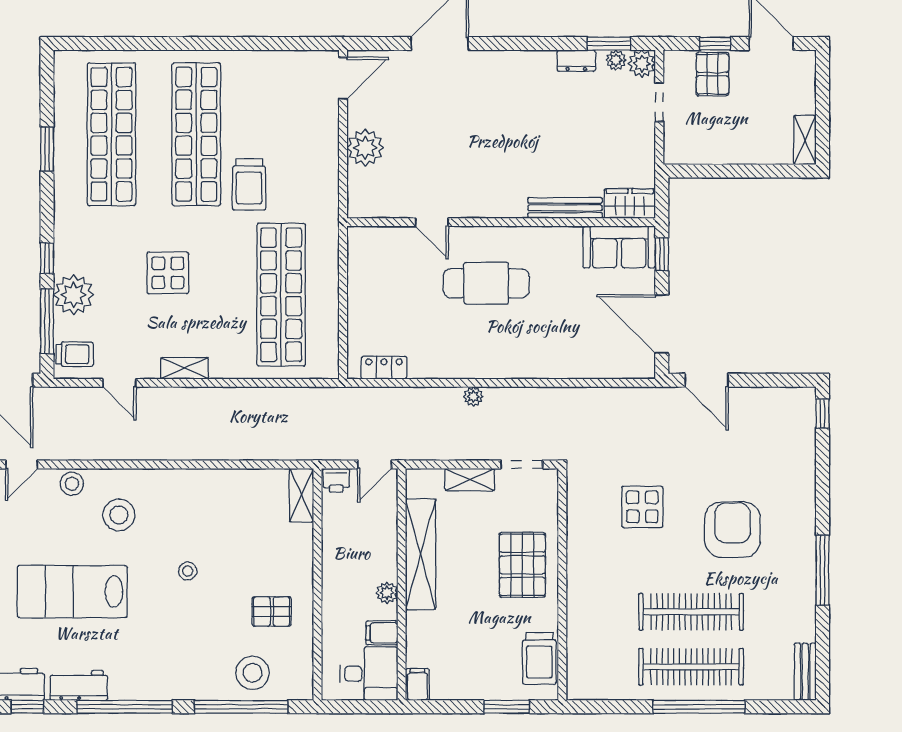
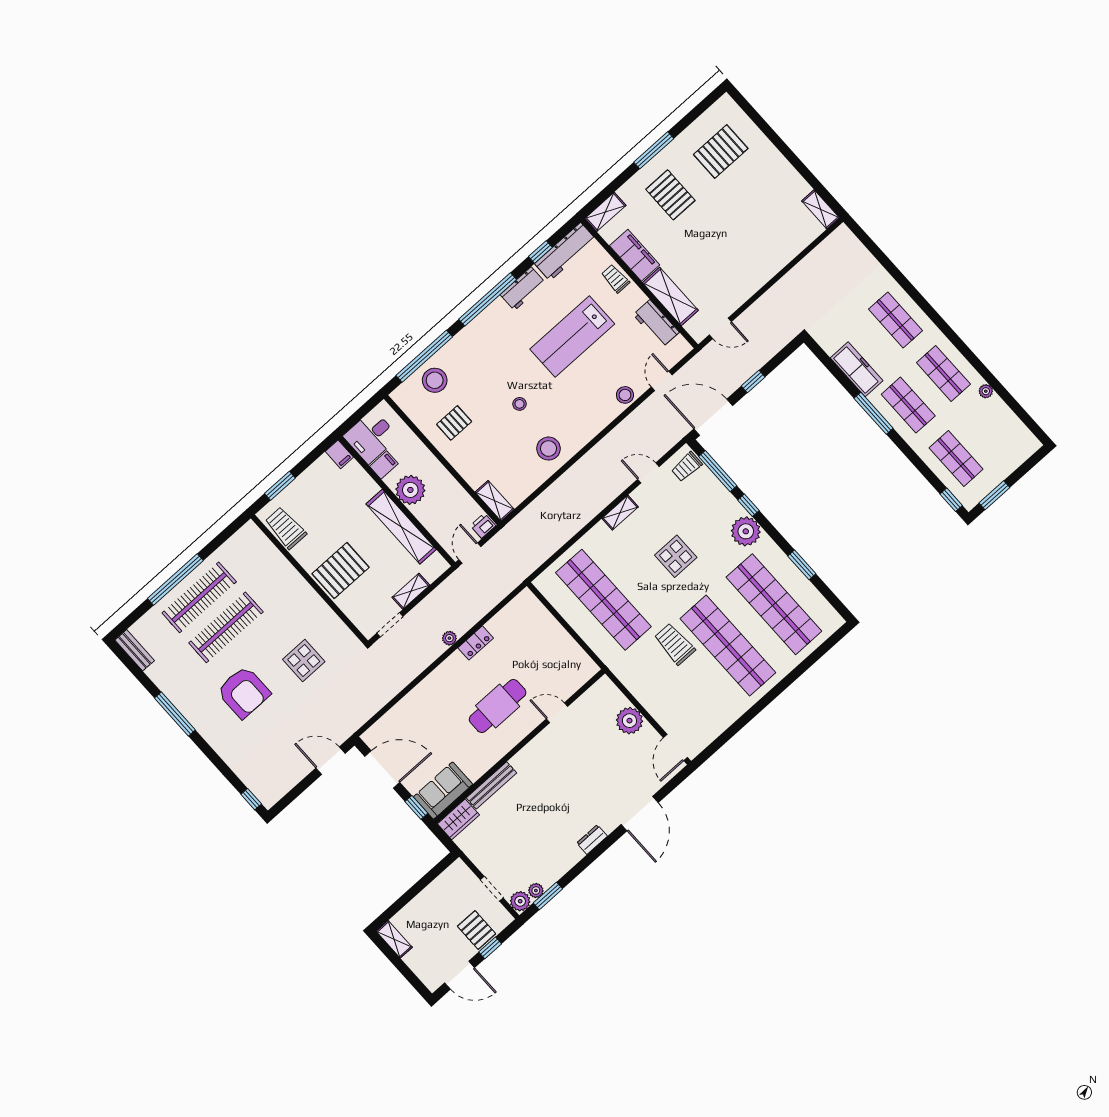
dresser: (576, 61) -> (592, 840), moved
plant: (74, 295) -> (746, 531), moved
locker: (384, 368) -> (476, 643), moved
stool: (119, 515) -> (548, 449), moved
pallet: (522, 565) -> (341, 571), turned 90
lab bench: (72, 592) -> (572, 337), turned 180
plant: (387, 593) -> (410, 490), width x1.88, depth x1.88

